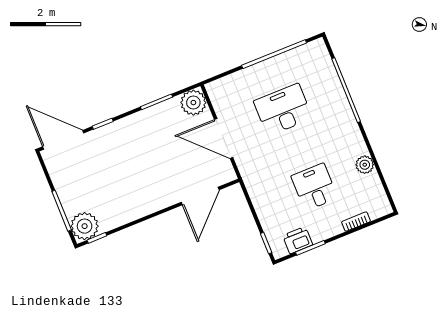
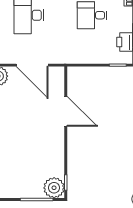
door: (224, 138) -> (32, 65), hinge flipped
door: (200, 196) -> (66, 111), moved

